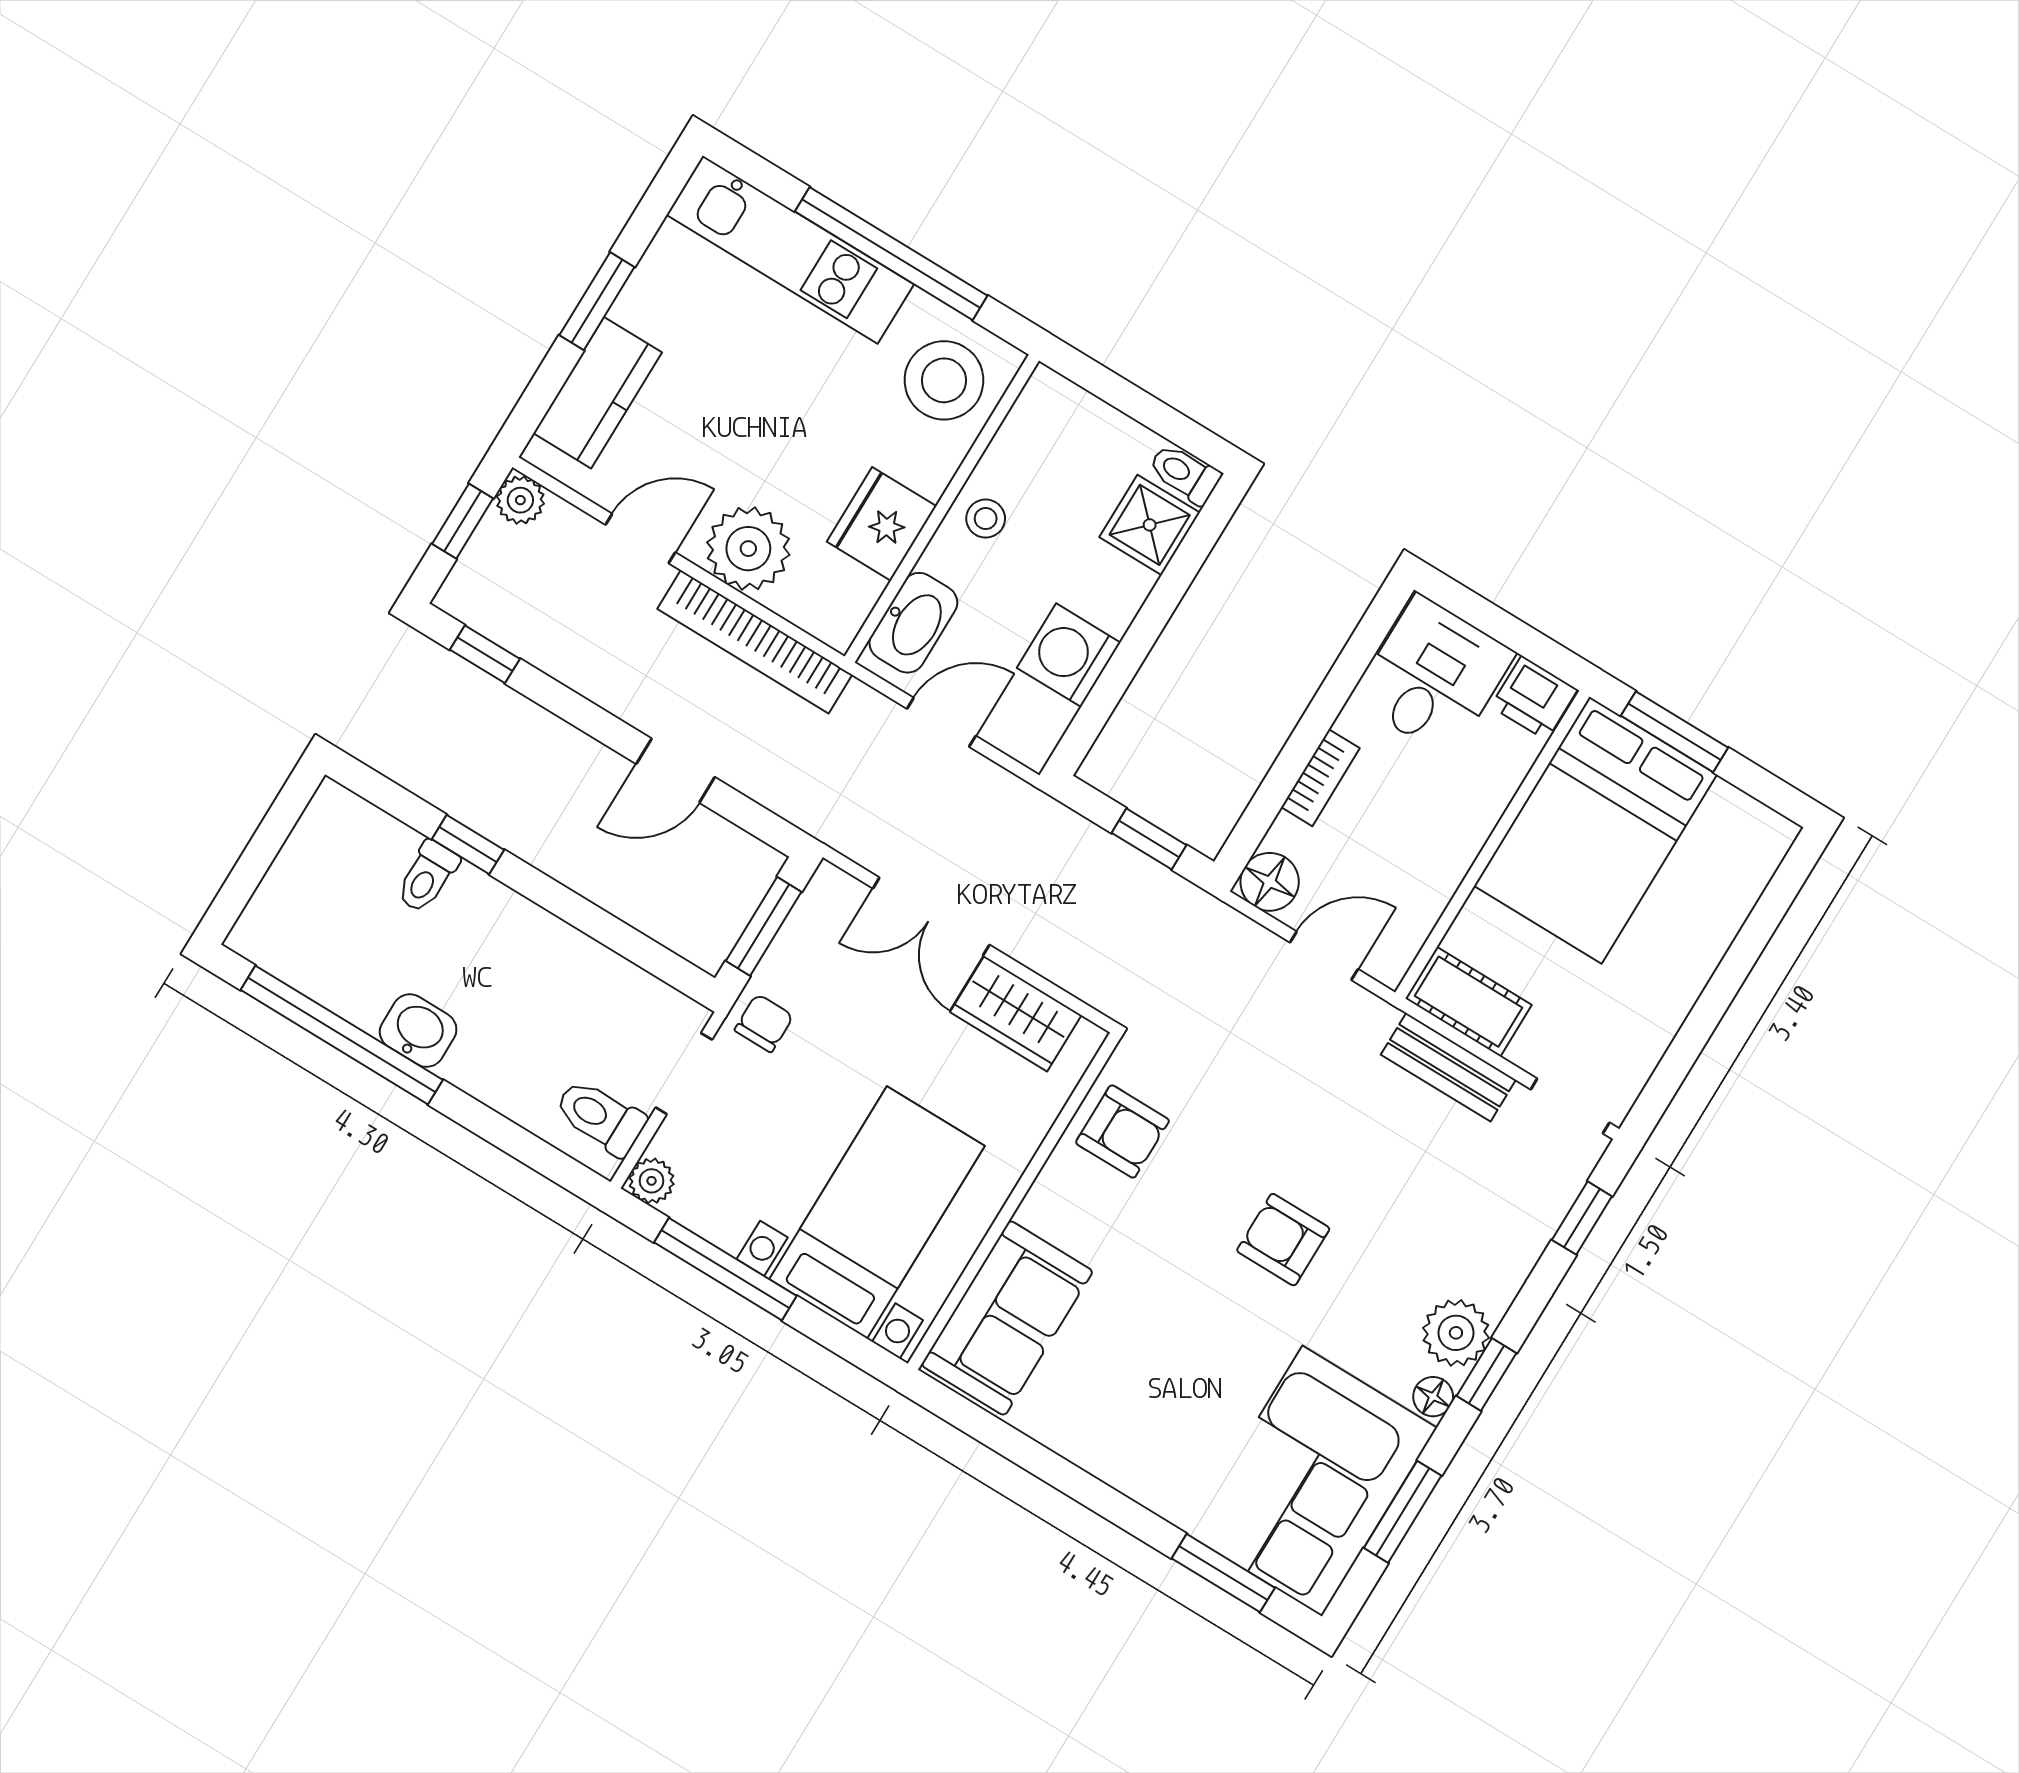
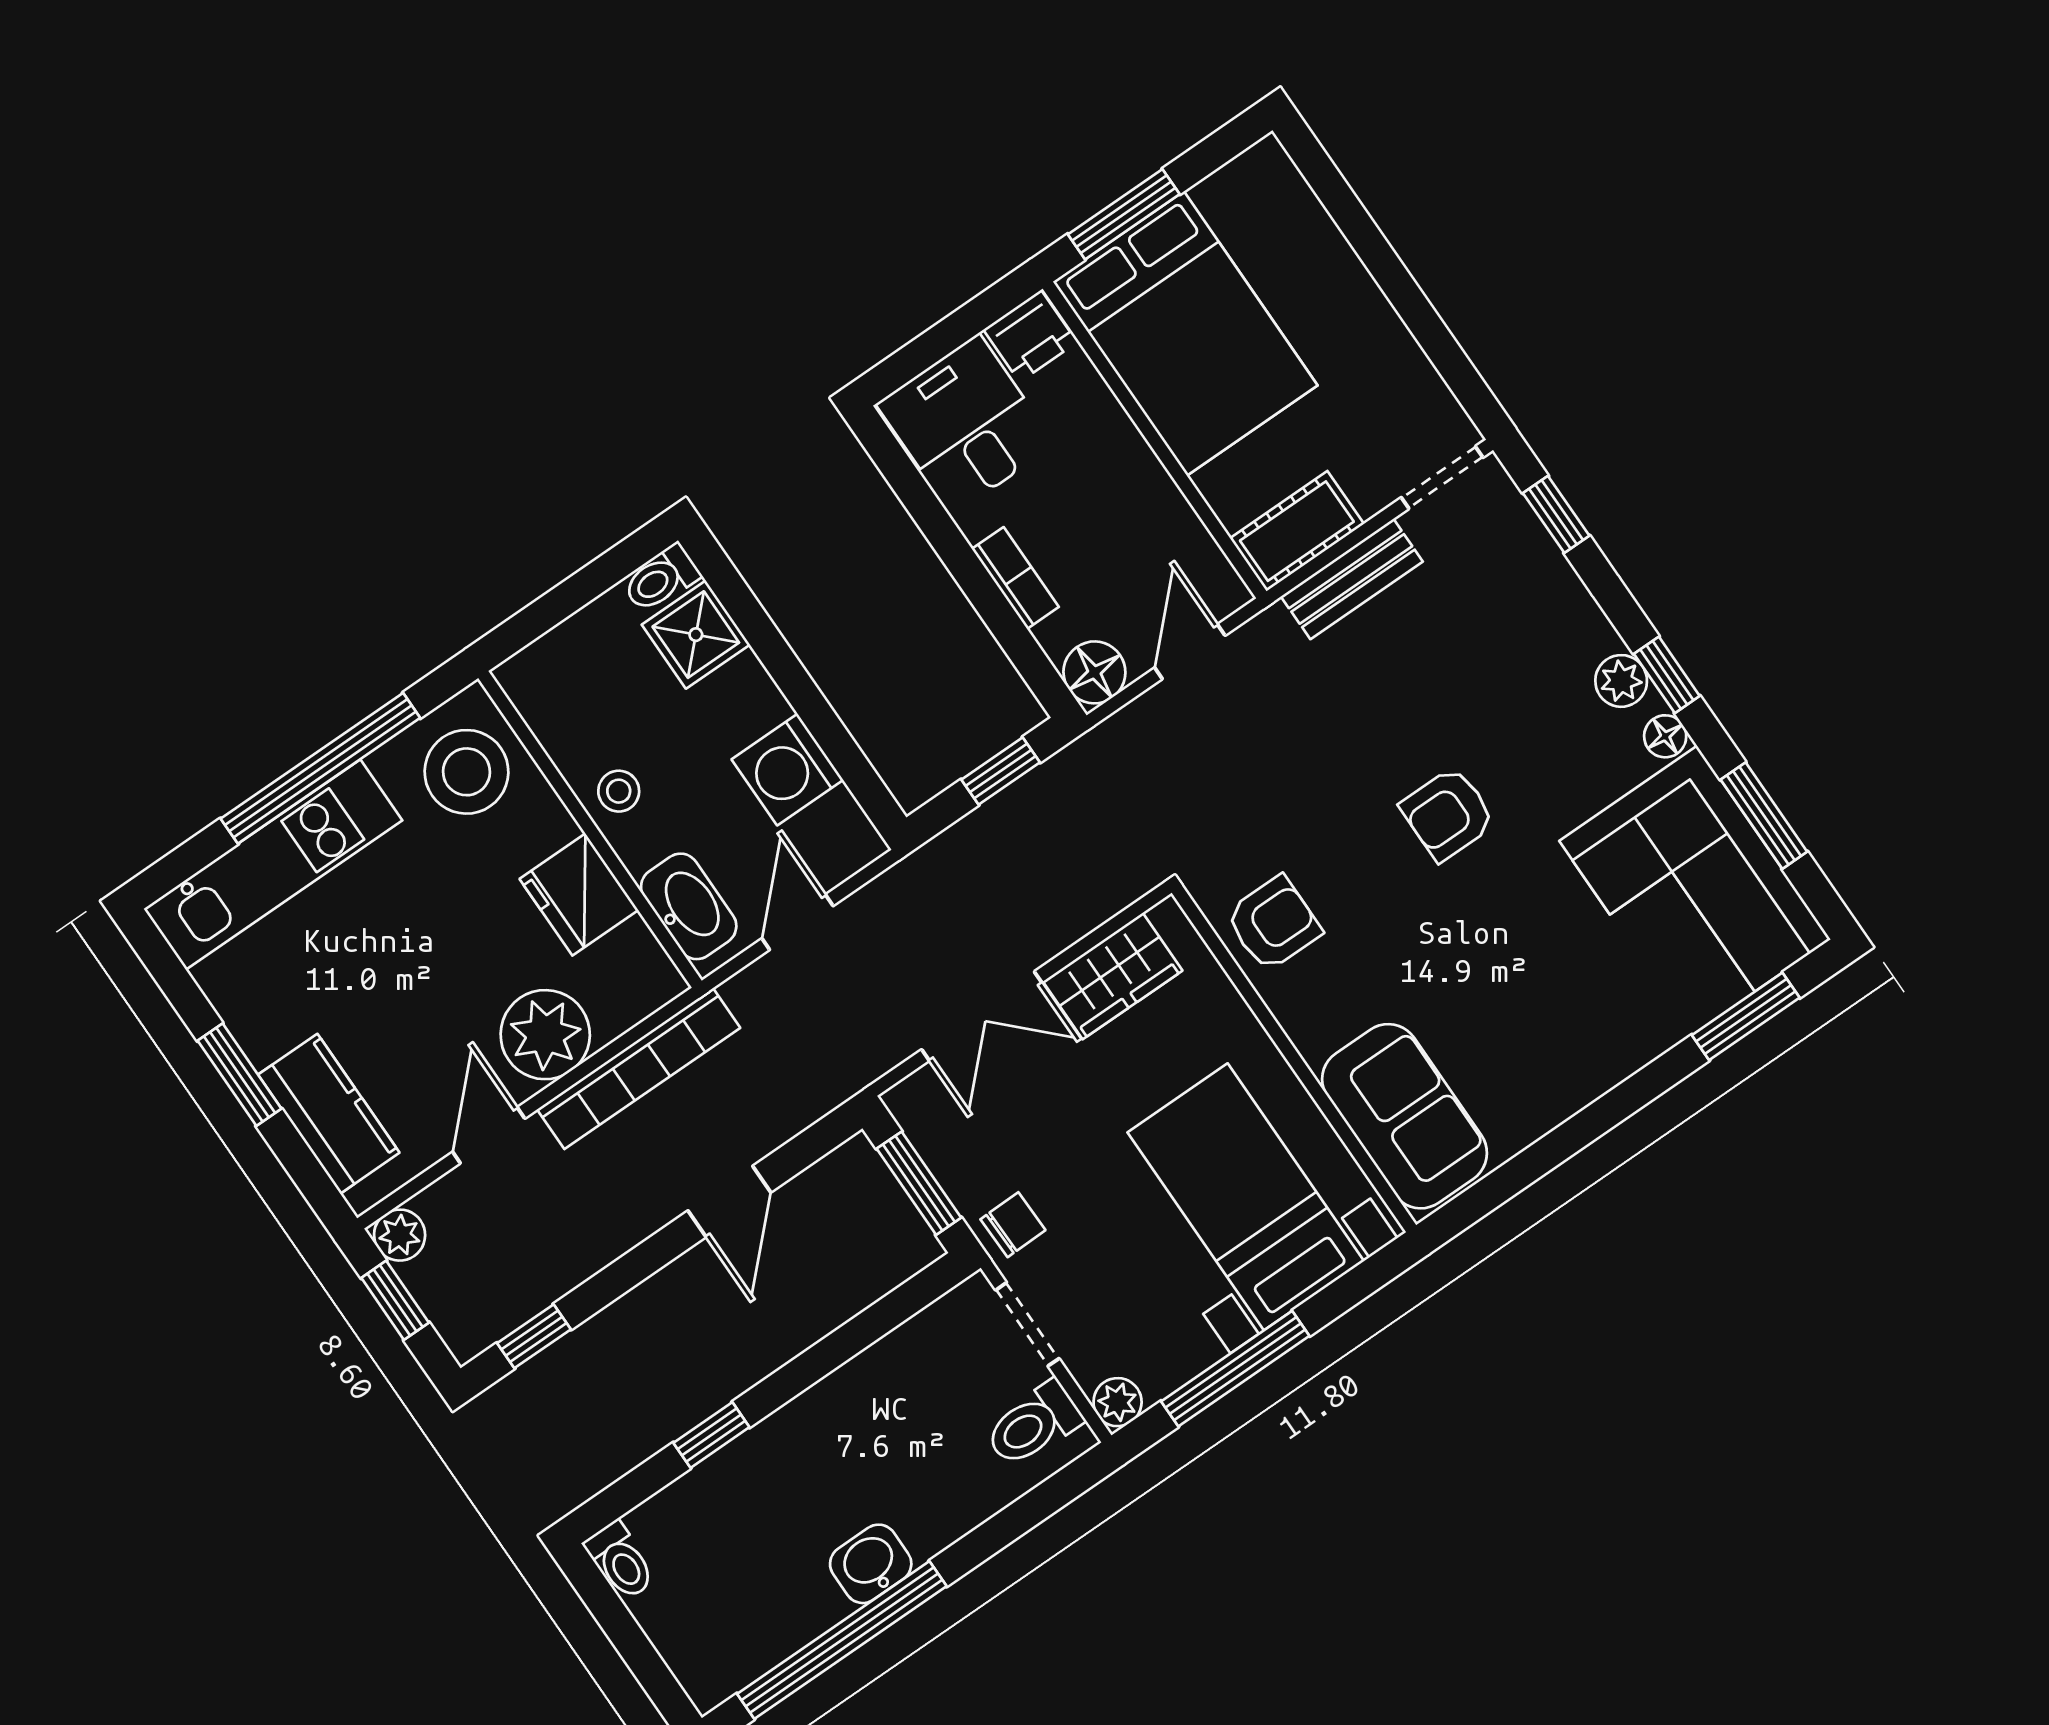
toilet: (427, 877) -> (620, 1561), moved
chair: (764, 1023) -> (1013, 1225), turned 89
plant: (1456, 1333) -> (1621, 681), width x0.73, depth x0.73

